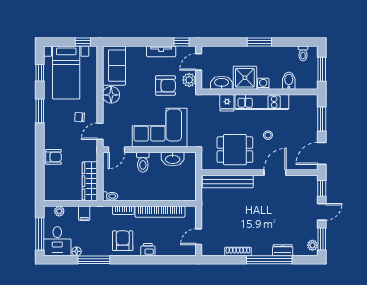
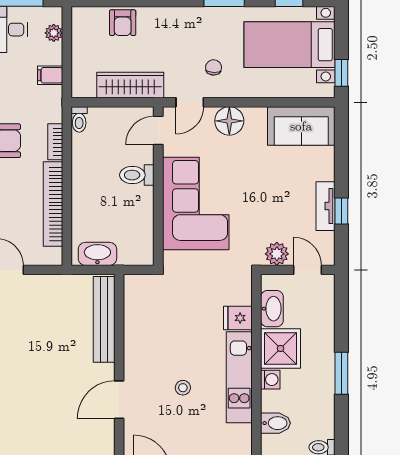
window: (182, 42) -> (341, 211), moved
armchair: (165, 86) -> (267, 213), removed
floor lamp: (111, 95) -> (229, 121), moved
door: (100, 131) -> (190, 102), swing flipped
door: (117, 150) -> (158, 130), hinge flipped
dining table: (235, 150) -> (158, 331), removed
armchair: (54, 157) -> (123, 23), moved
washbasin: (173, 159) -> (97, 254), moved, turned 90
door: (275, 173) -> (119, 400), swing flipped
wardrobe: (90, 181) -> (130, 85), moved

